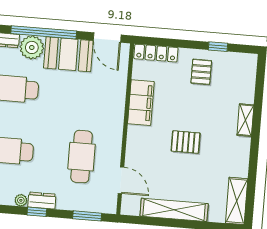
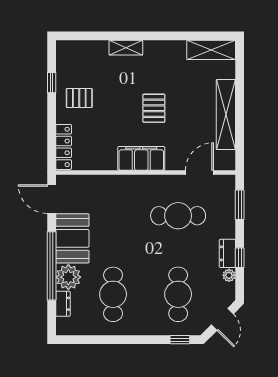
door: (107, 38) -> (52, 199), swing flipped
filing cabinet: (141, 103) -> (141, 158), moved

